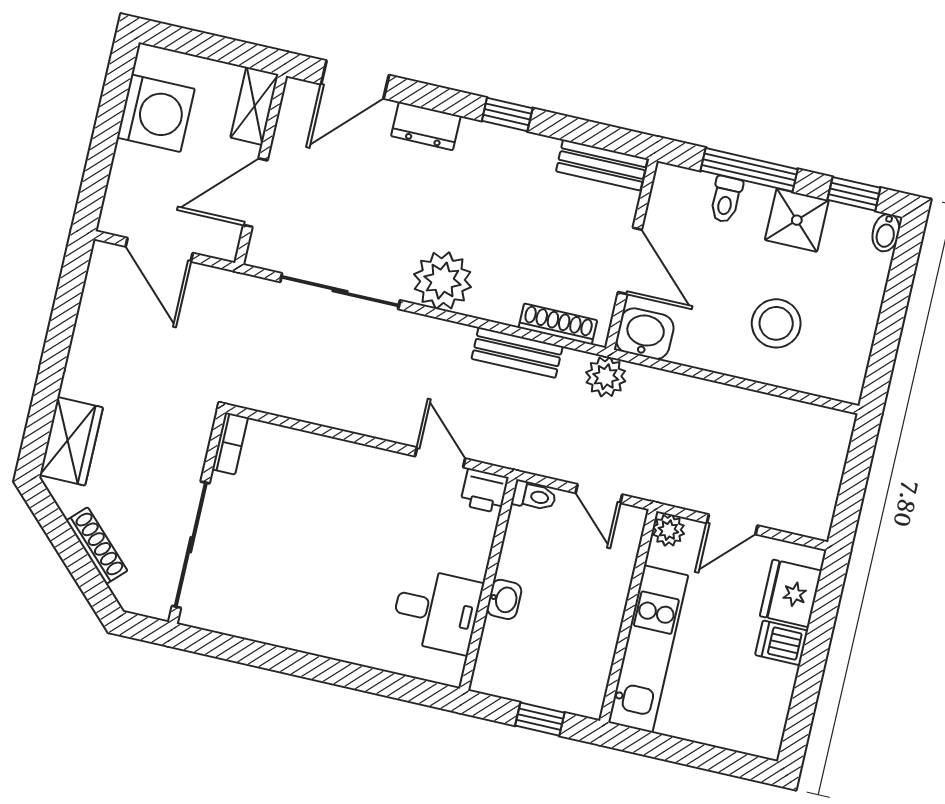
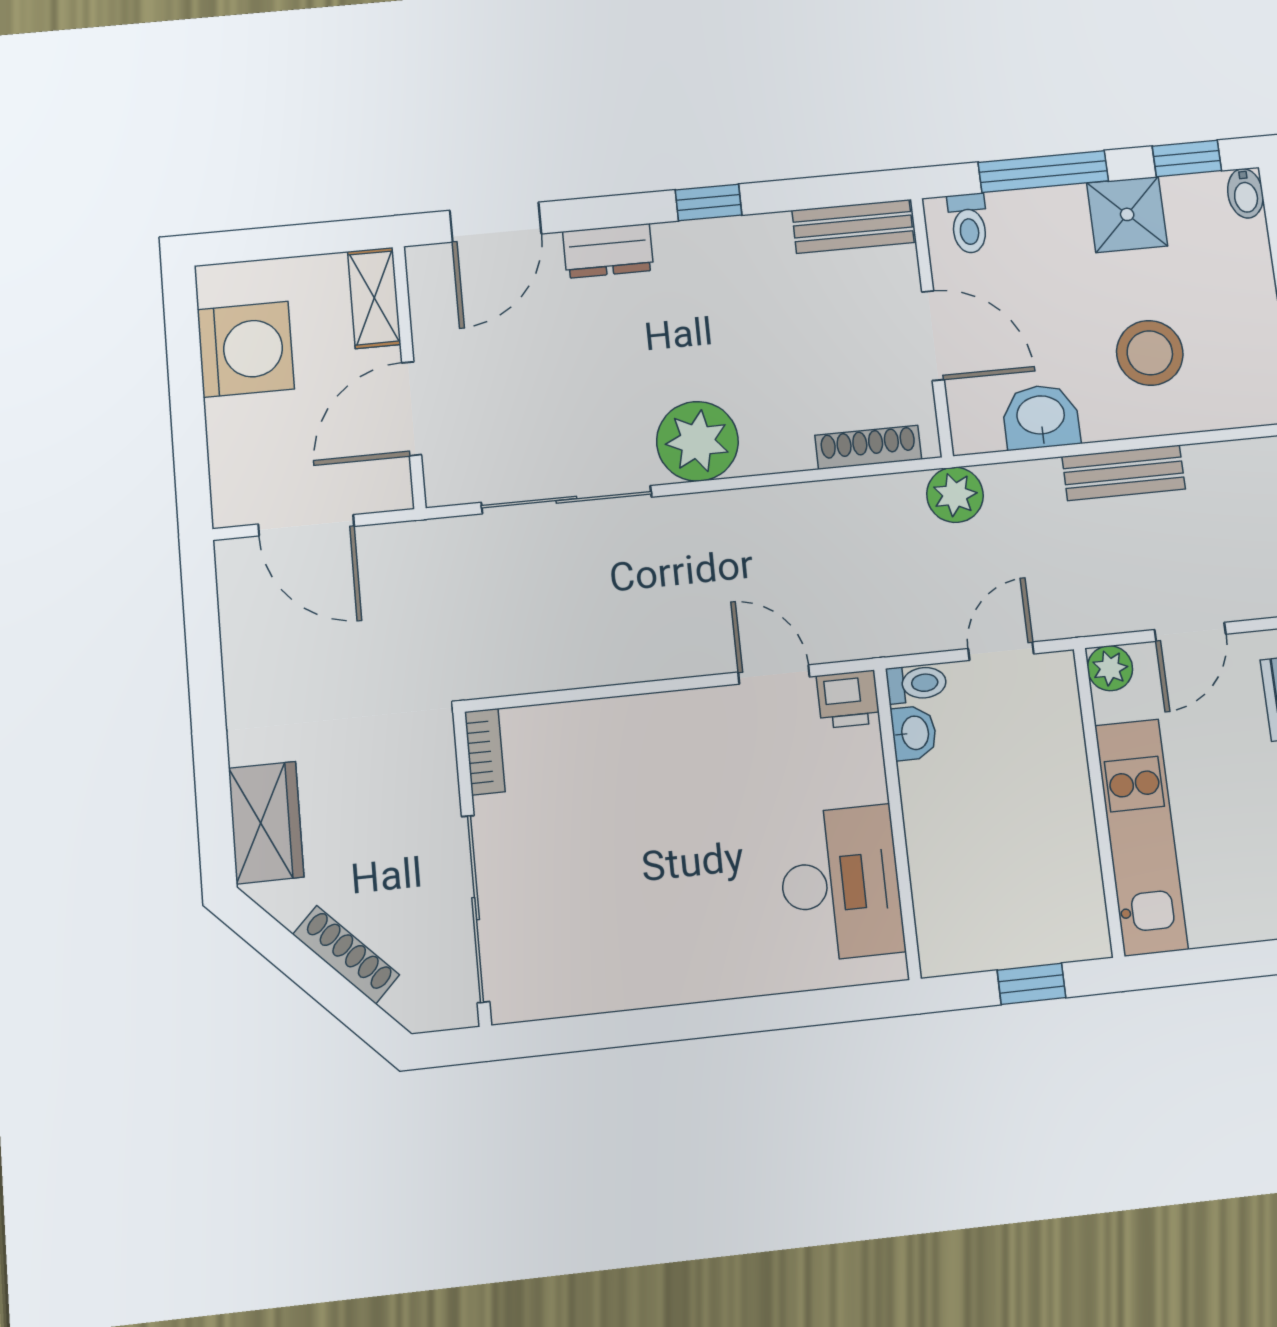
toilet: (726, 199) -> (969, 223), moved
washbasin: (645, 334) -> (1041, 417), moved
bench: (517, 353) -> (1124, 473), moved
door: (599, 494) -> (1001, 651), swing flipped
washbasin: (504, 599) -> (914, 733), moved
desk: (437, 611) -> (840, 883), width x1.37

